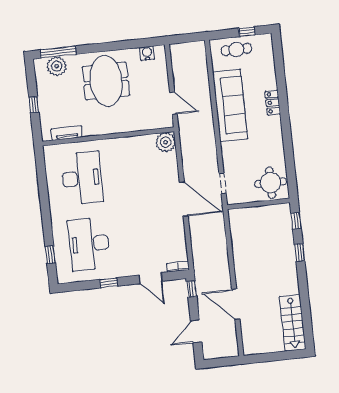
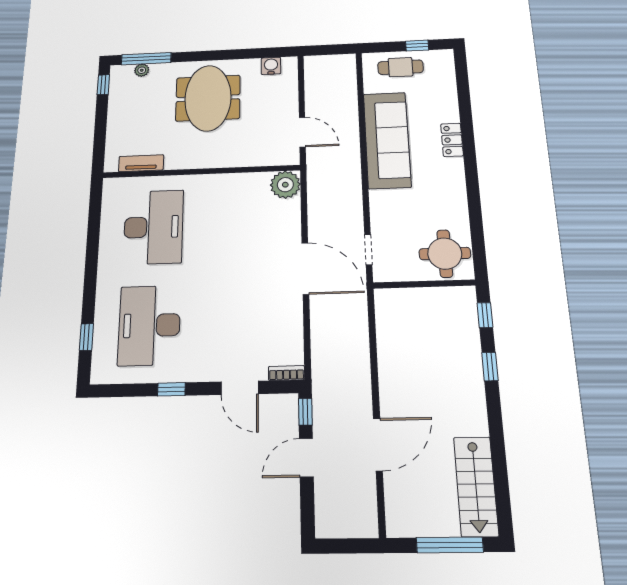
plant: (57, 66) -> (142, 70), width x0.53, depth x0.53
window: (34, 105) -> (103, 85), moved
door: (236, 304) -> (378, 444), swing flipped
door: (196, 331) -> (306, 458), moved
window: (279, 356) -> (450, 545), added

